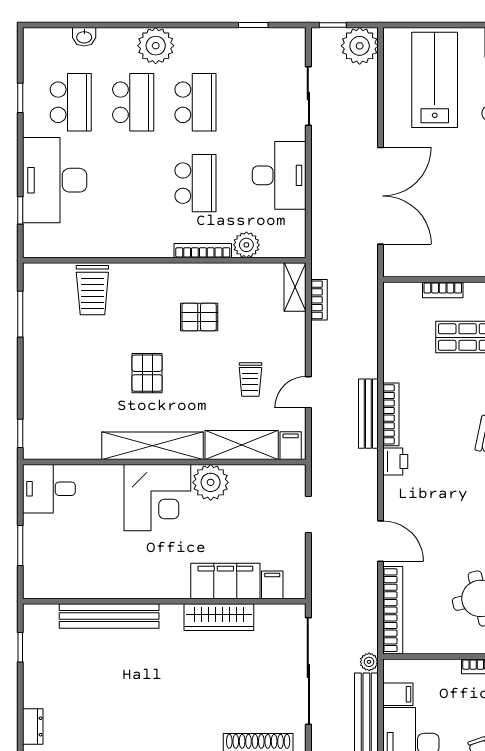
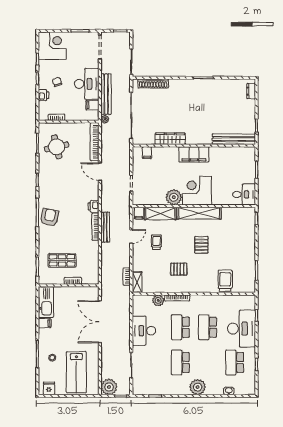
school desk: (133, 102) -> (207, 327), moved
filing cabinet: (225, 581) -> (194, 154), moved
bench: (109, 616) -> (234, 139), moved

